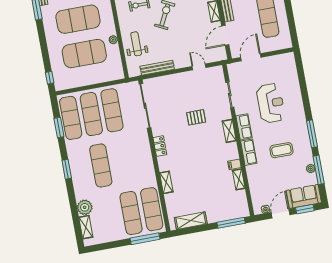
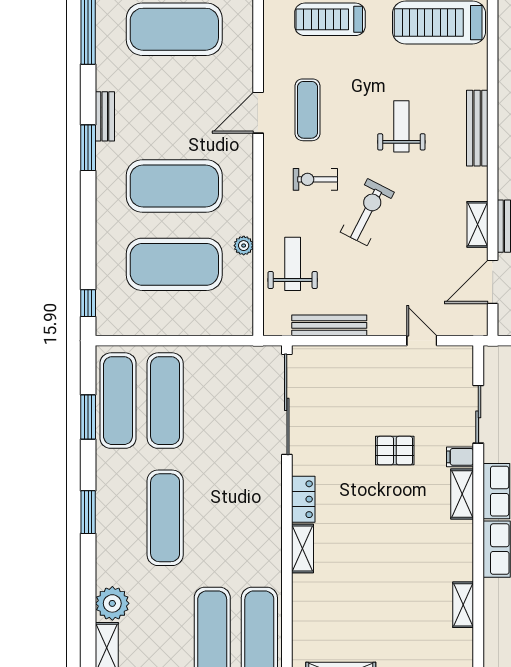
exercise mat: (112, 110) -> (212, 401), removed
filing cabinet: (234, 164) -> (460, 457), moved
shelving: (166, 182) -> (303, 549), moved

